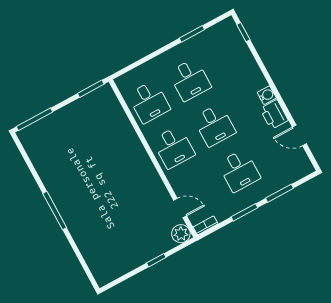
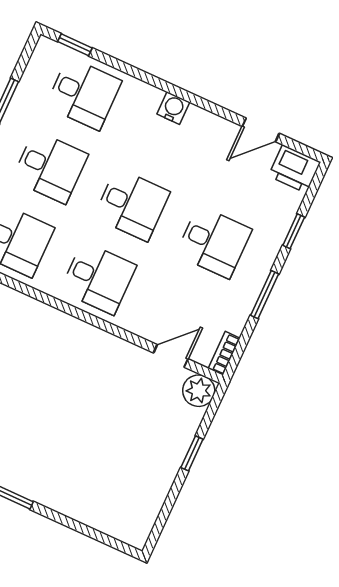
desk: (231, 57) -> (84, 93), added
printer: (274, 115) -> (295, 169), moved
window: (280, 193) -> (294, 231), width x0.67

